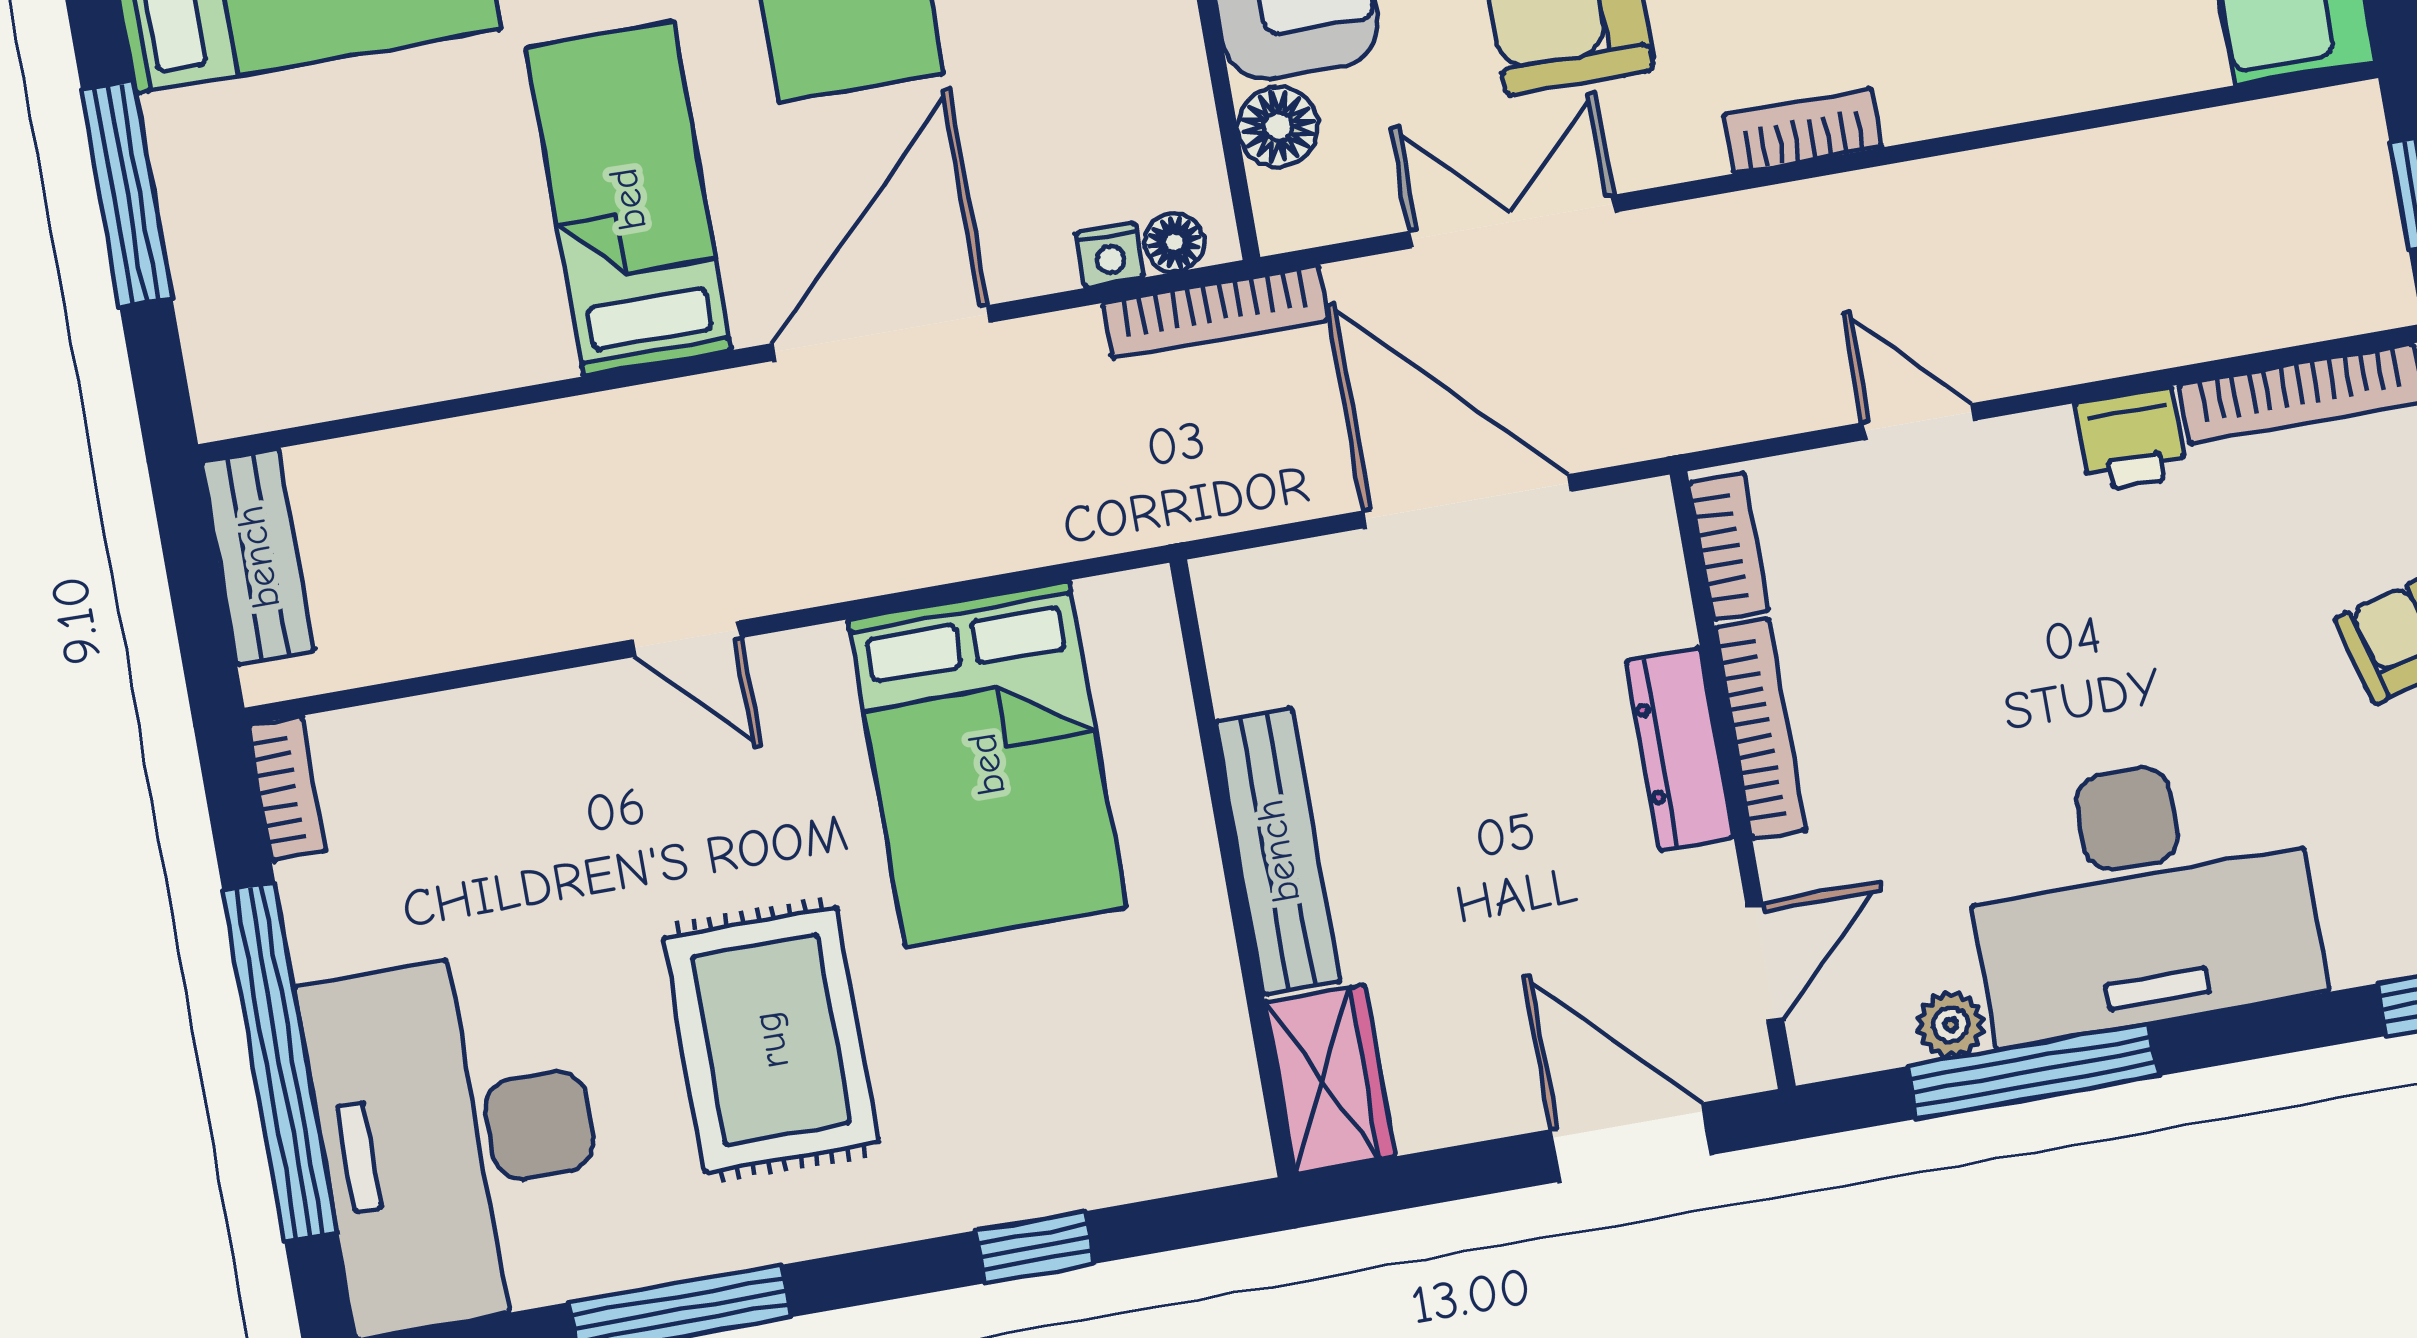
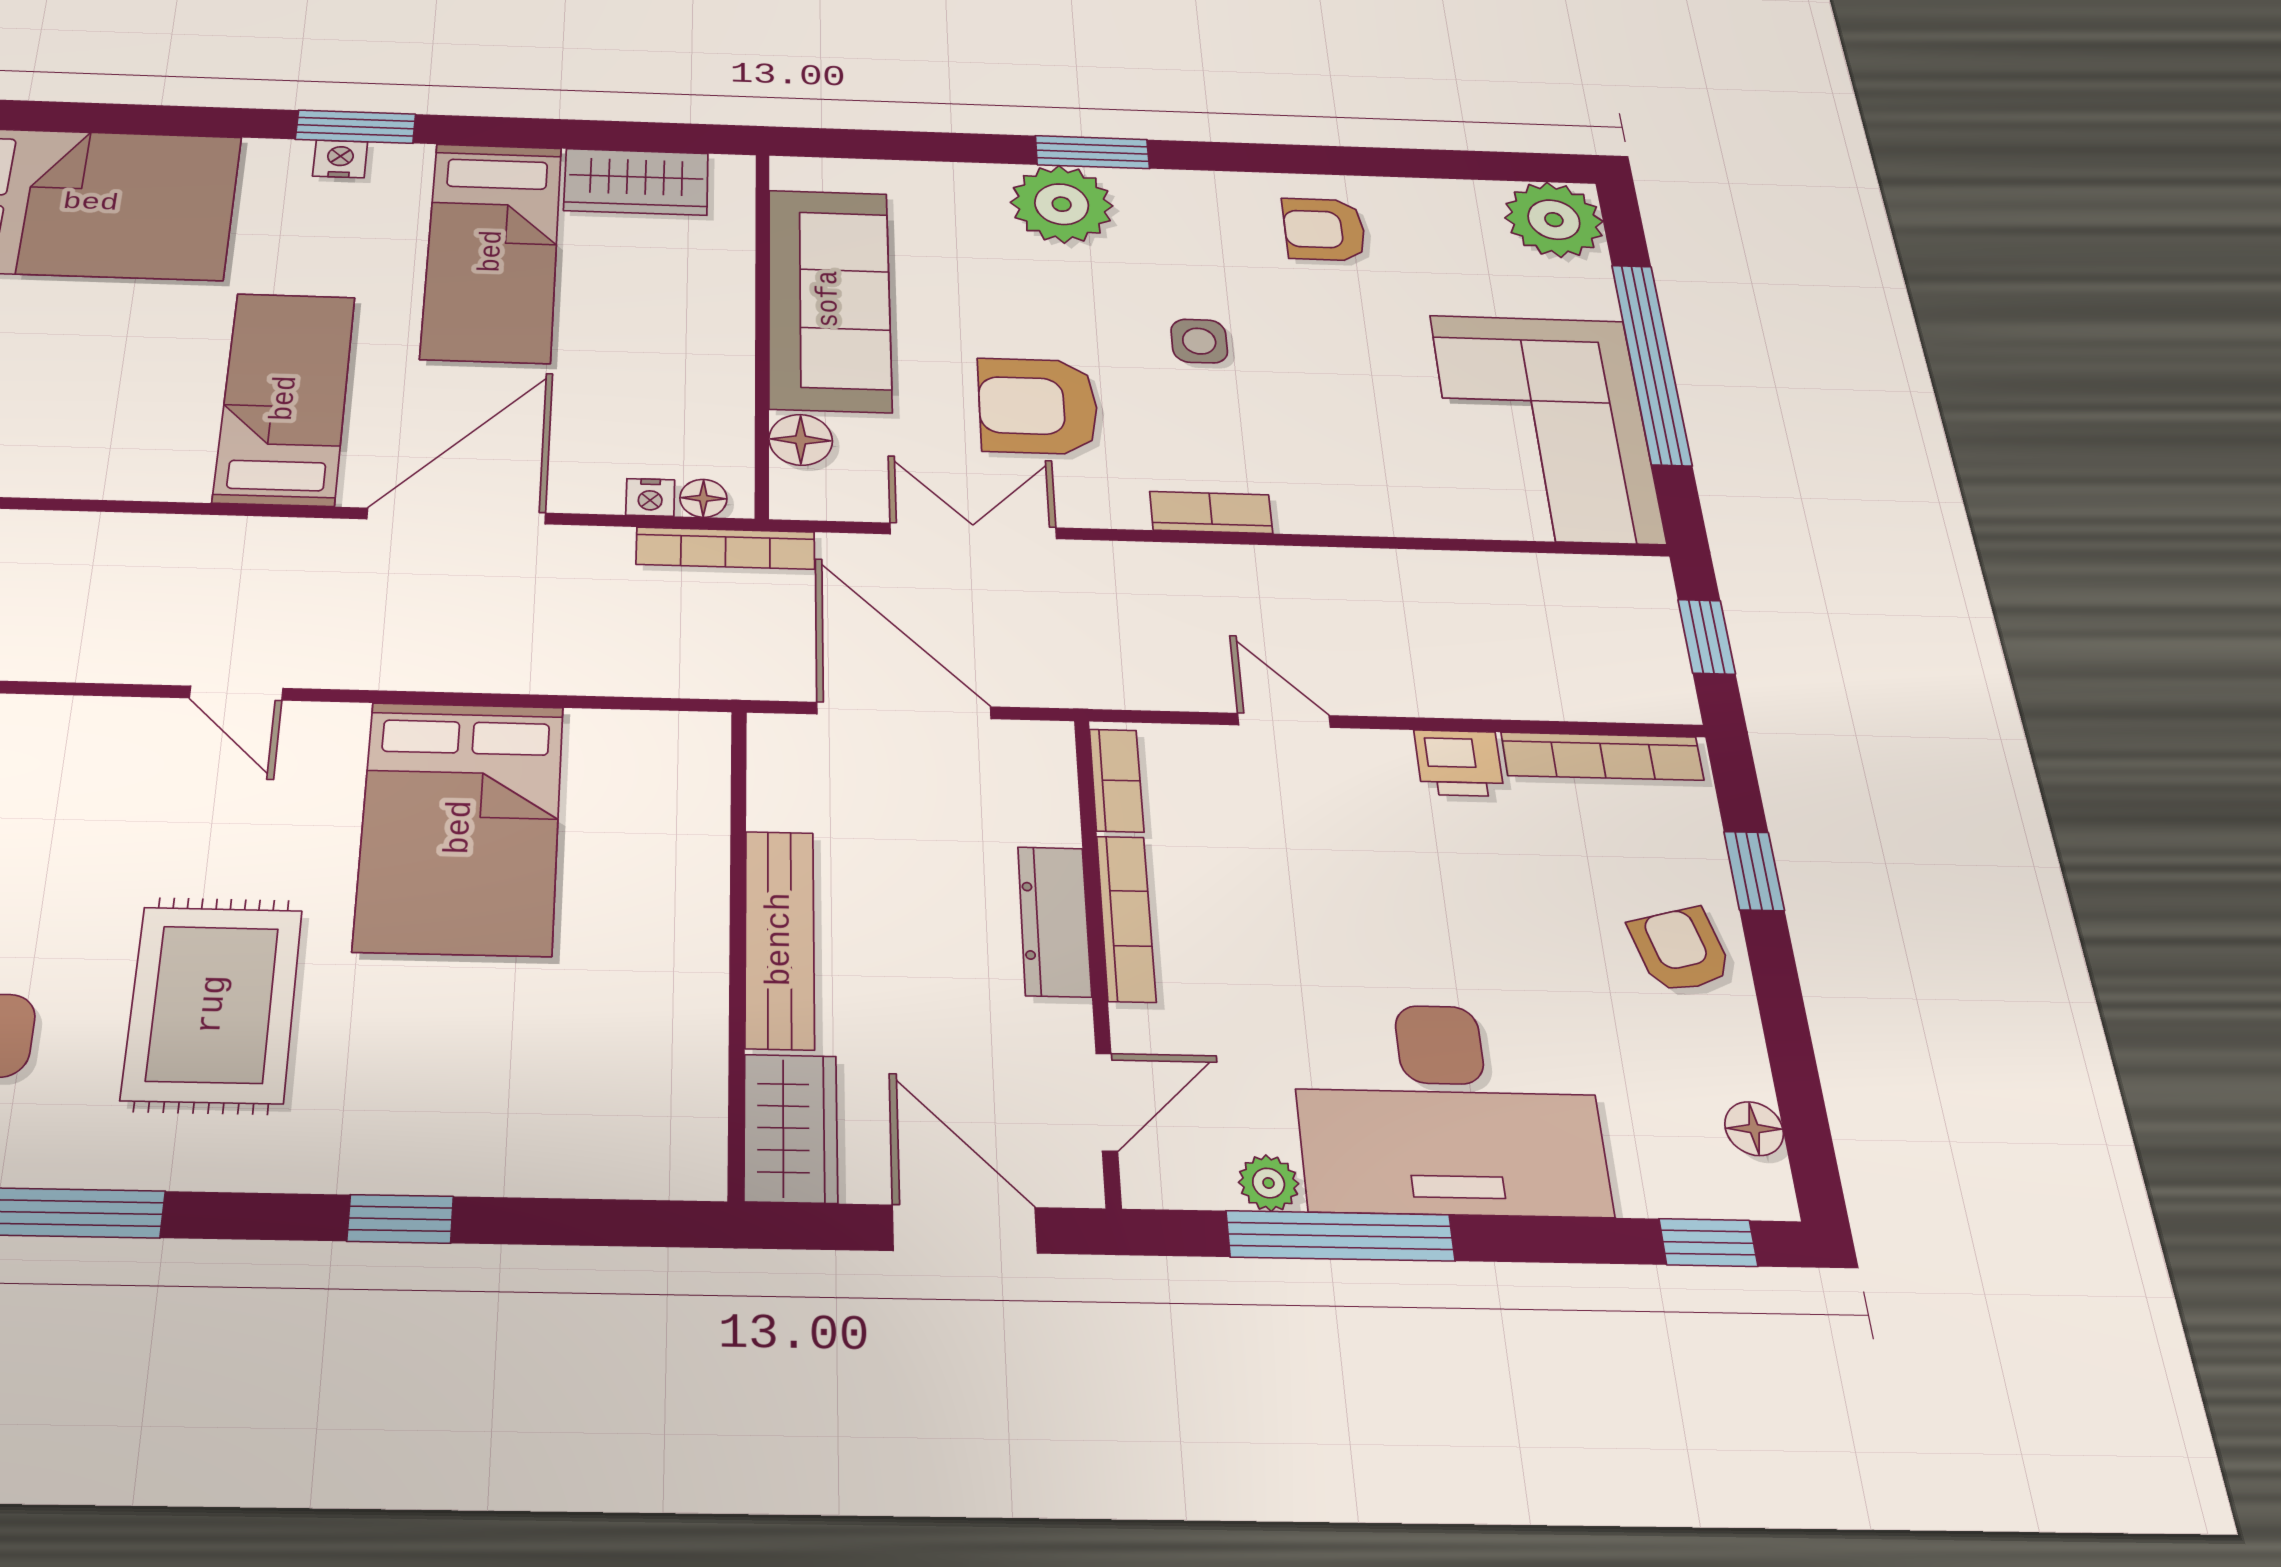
bench: (1278, 851) -> (780, 939), moved
wall: (1232, 868) -> (737, 945), moved
wardrobe: (1330, 1079) -> (791, 1128), moved

